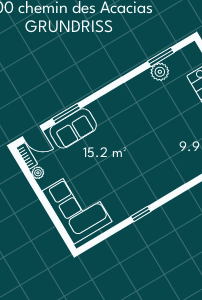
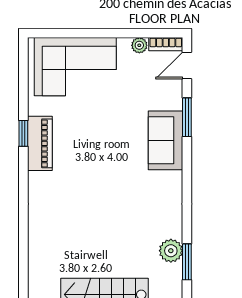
sofa: (73, 128) -> (166, 140), moved
piano: (141, 199) -> (40, 143), added

